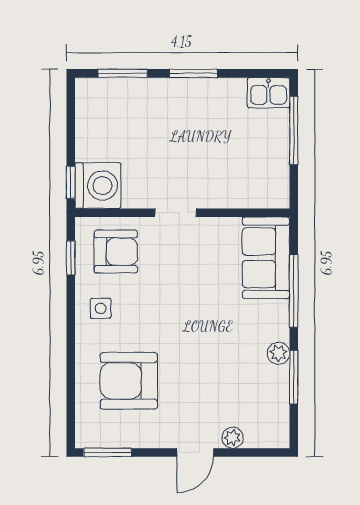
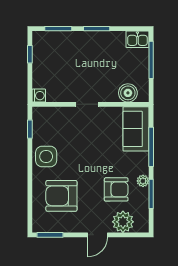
window: (71, 182) -> (30, 54), moved
washing machine: (98, 186) -> (39, 96), width x0.53, depth x0.53
boiler: (251, 191) -> (128, 93), added
armchair: (116, 252) -> (116, 189), moved
side table: (101, 308) -> (46, 157), width x1.87, depth x1.87
plant: (233, 438) -> (123, 222), width x1.88, depth x1.88

